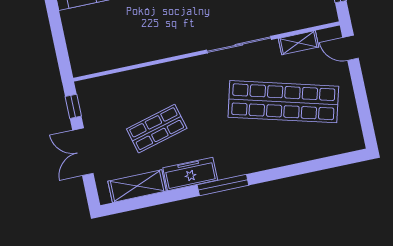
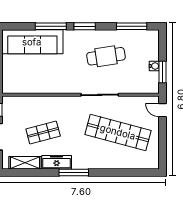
shelving: (298, 43) -> (134, 101), removed

